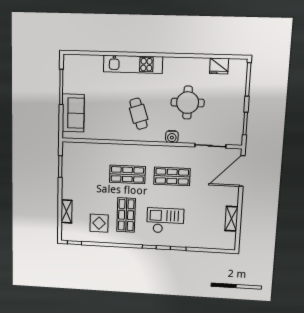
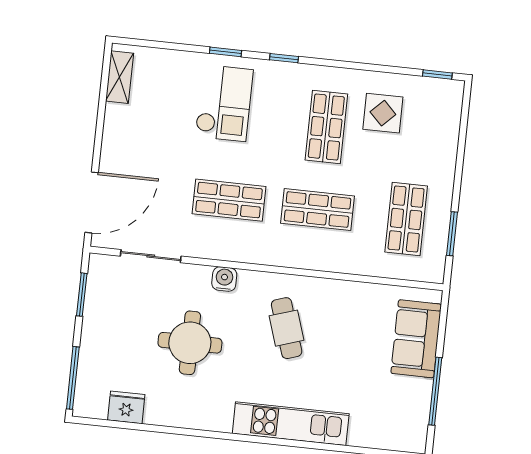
shop shelf: (83, 172) -> (406, 219), added
shelving: (67, 211) -> (448, 141), removed
shelving: (231, 219) -> (119, 77), moved
checkout: (165, 221) -> (224, 103), moved, turned -90

